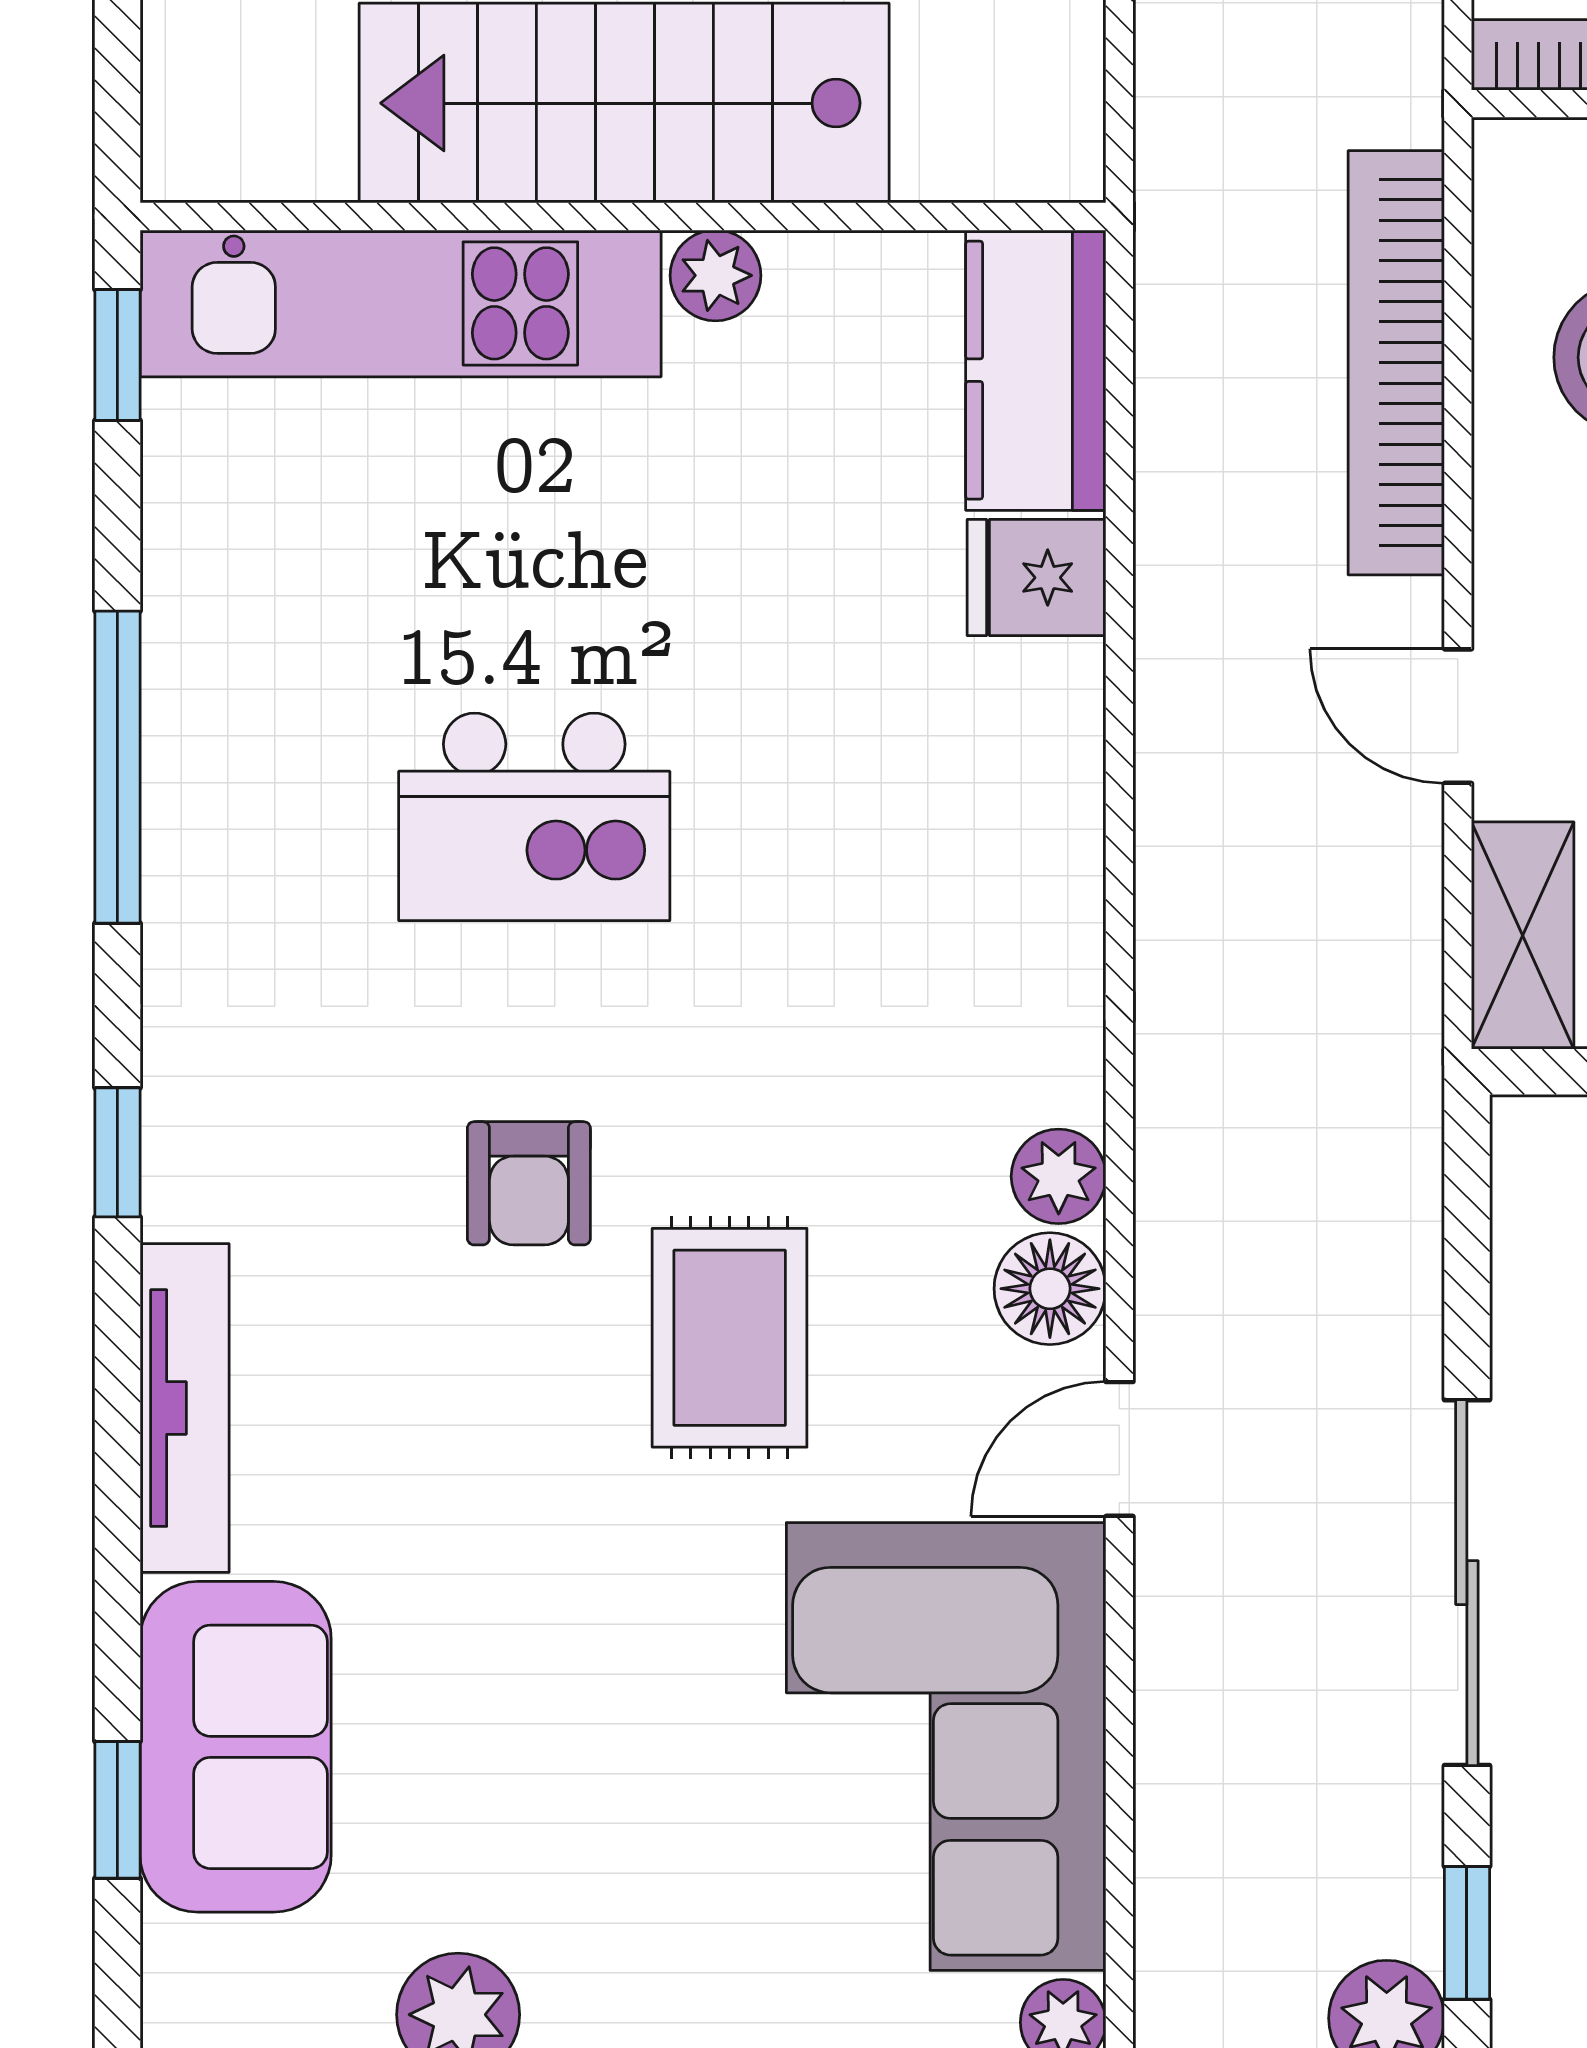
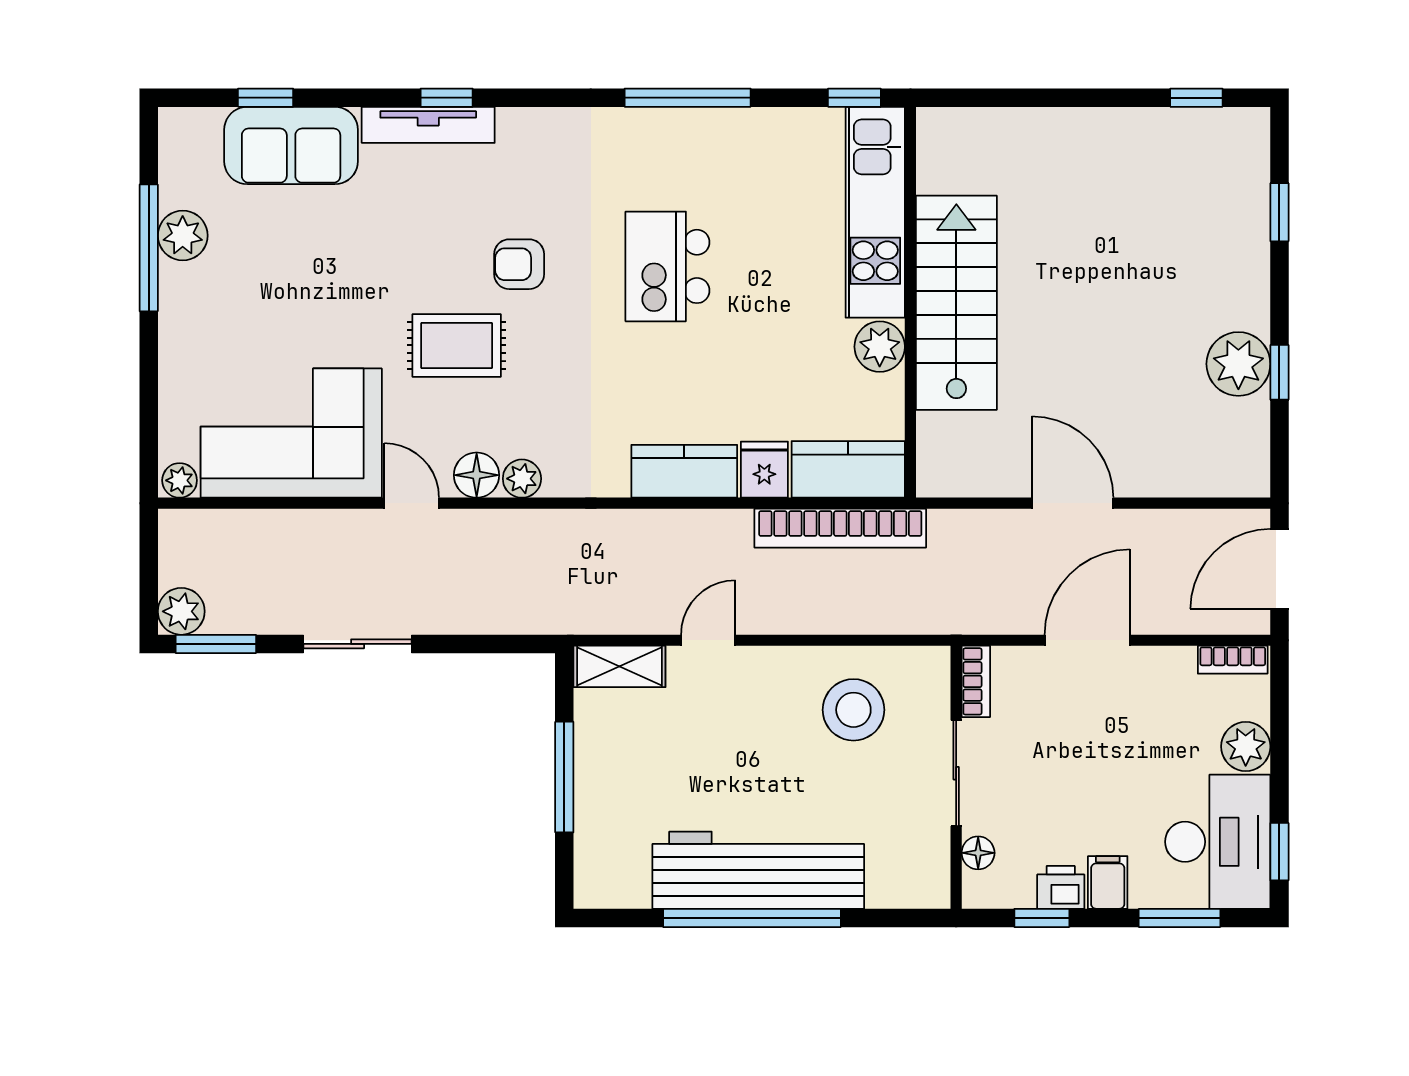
plant: (715, 275) -> (880, 347), width x1.38, depth x1.38
bookcase: (1396, 363) -> (840, 528), moved, turned 180
kitchen counter: (1040, 775) -> (684, 471), added
window: (117, 1152) -> (447, 98), moved
sliding door: (1467, 1583) -> (358, 644), width x0.73
window: (1467, 1933) -> (216, 644), width x1.50

